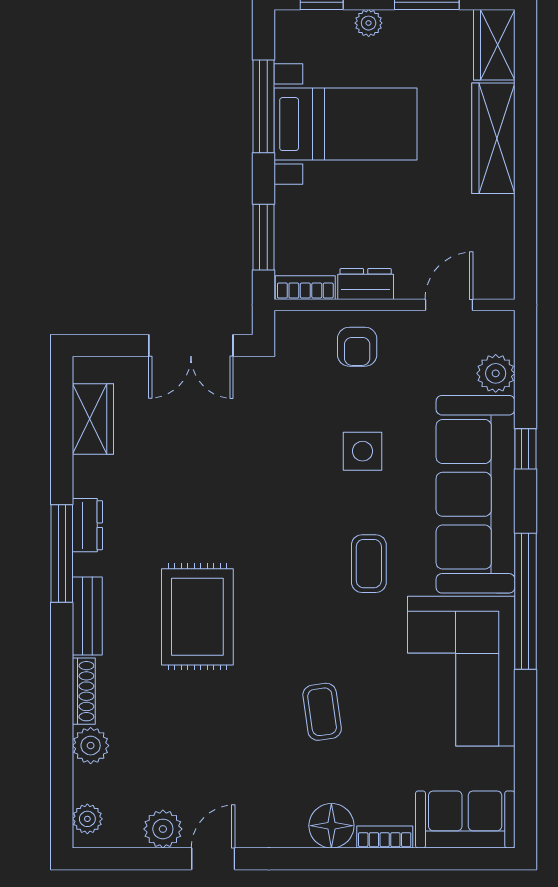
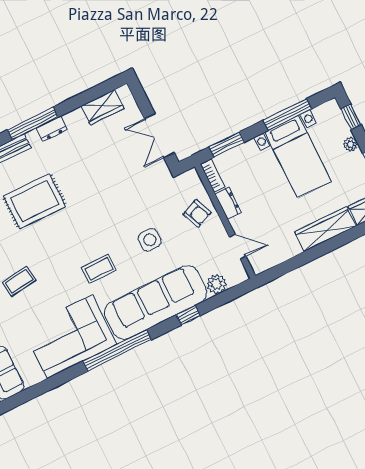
armchair: (357, 347) -> (197, 213), turned -113

